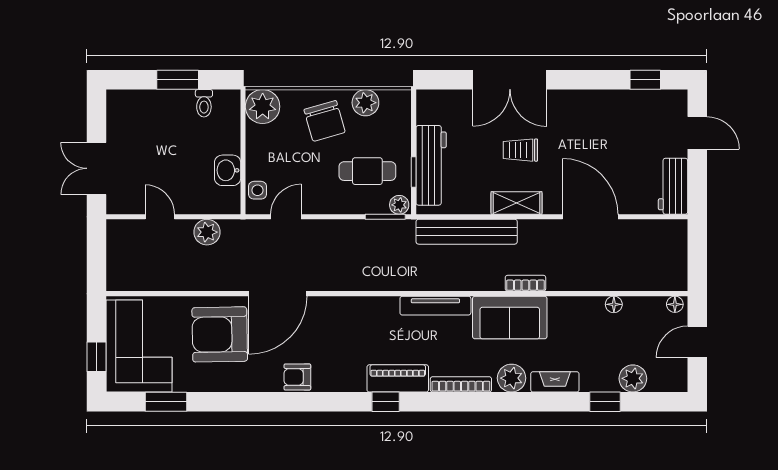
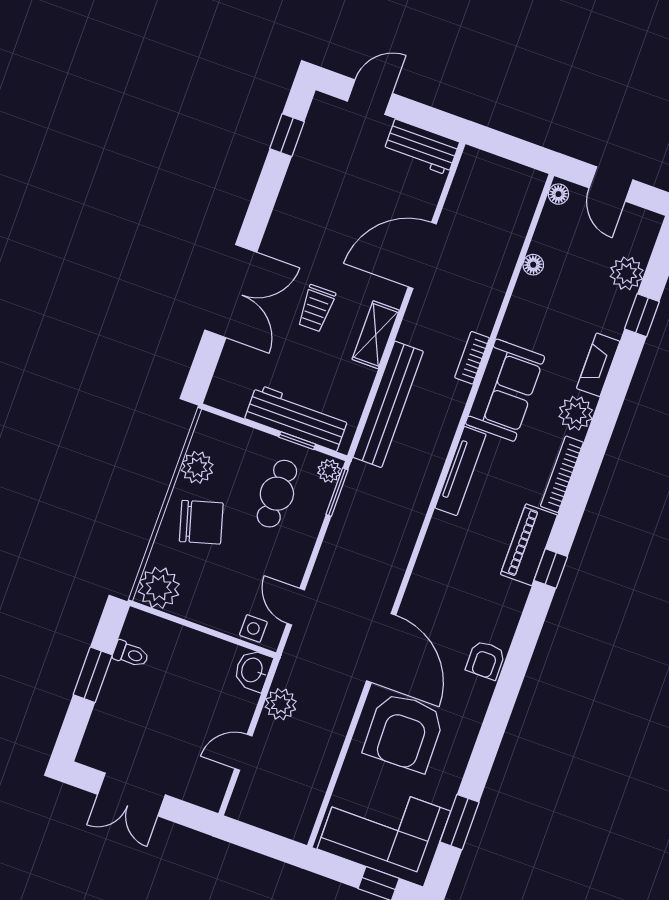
double door: (96, 168) -> (132, 795), moved
washbasin: (228, 170) -> (253, 670), moved, turned 90

